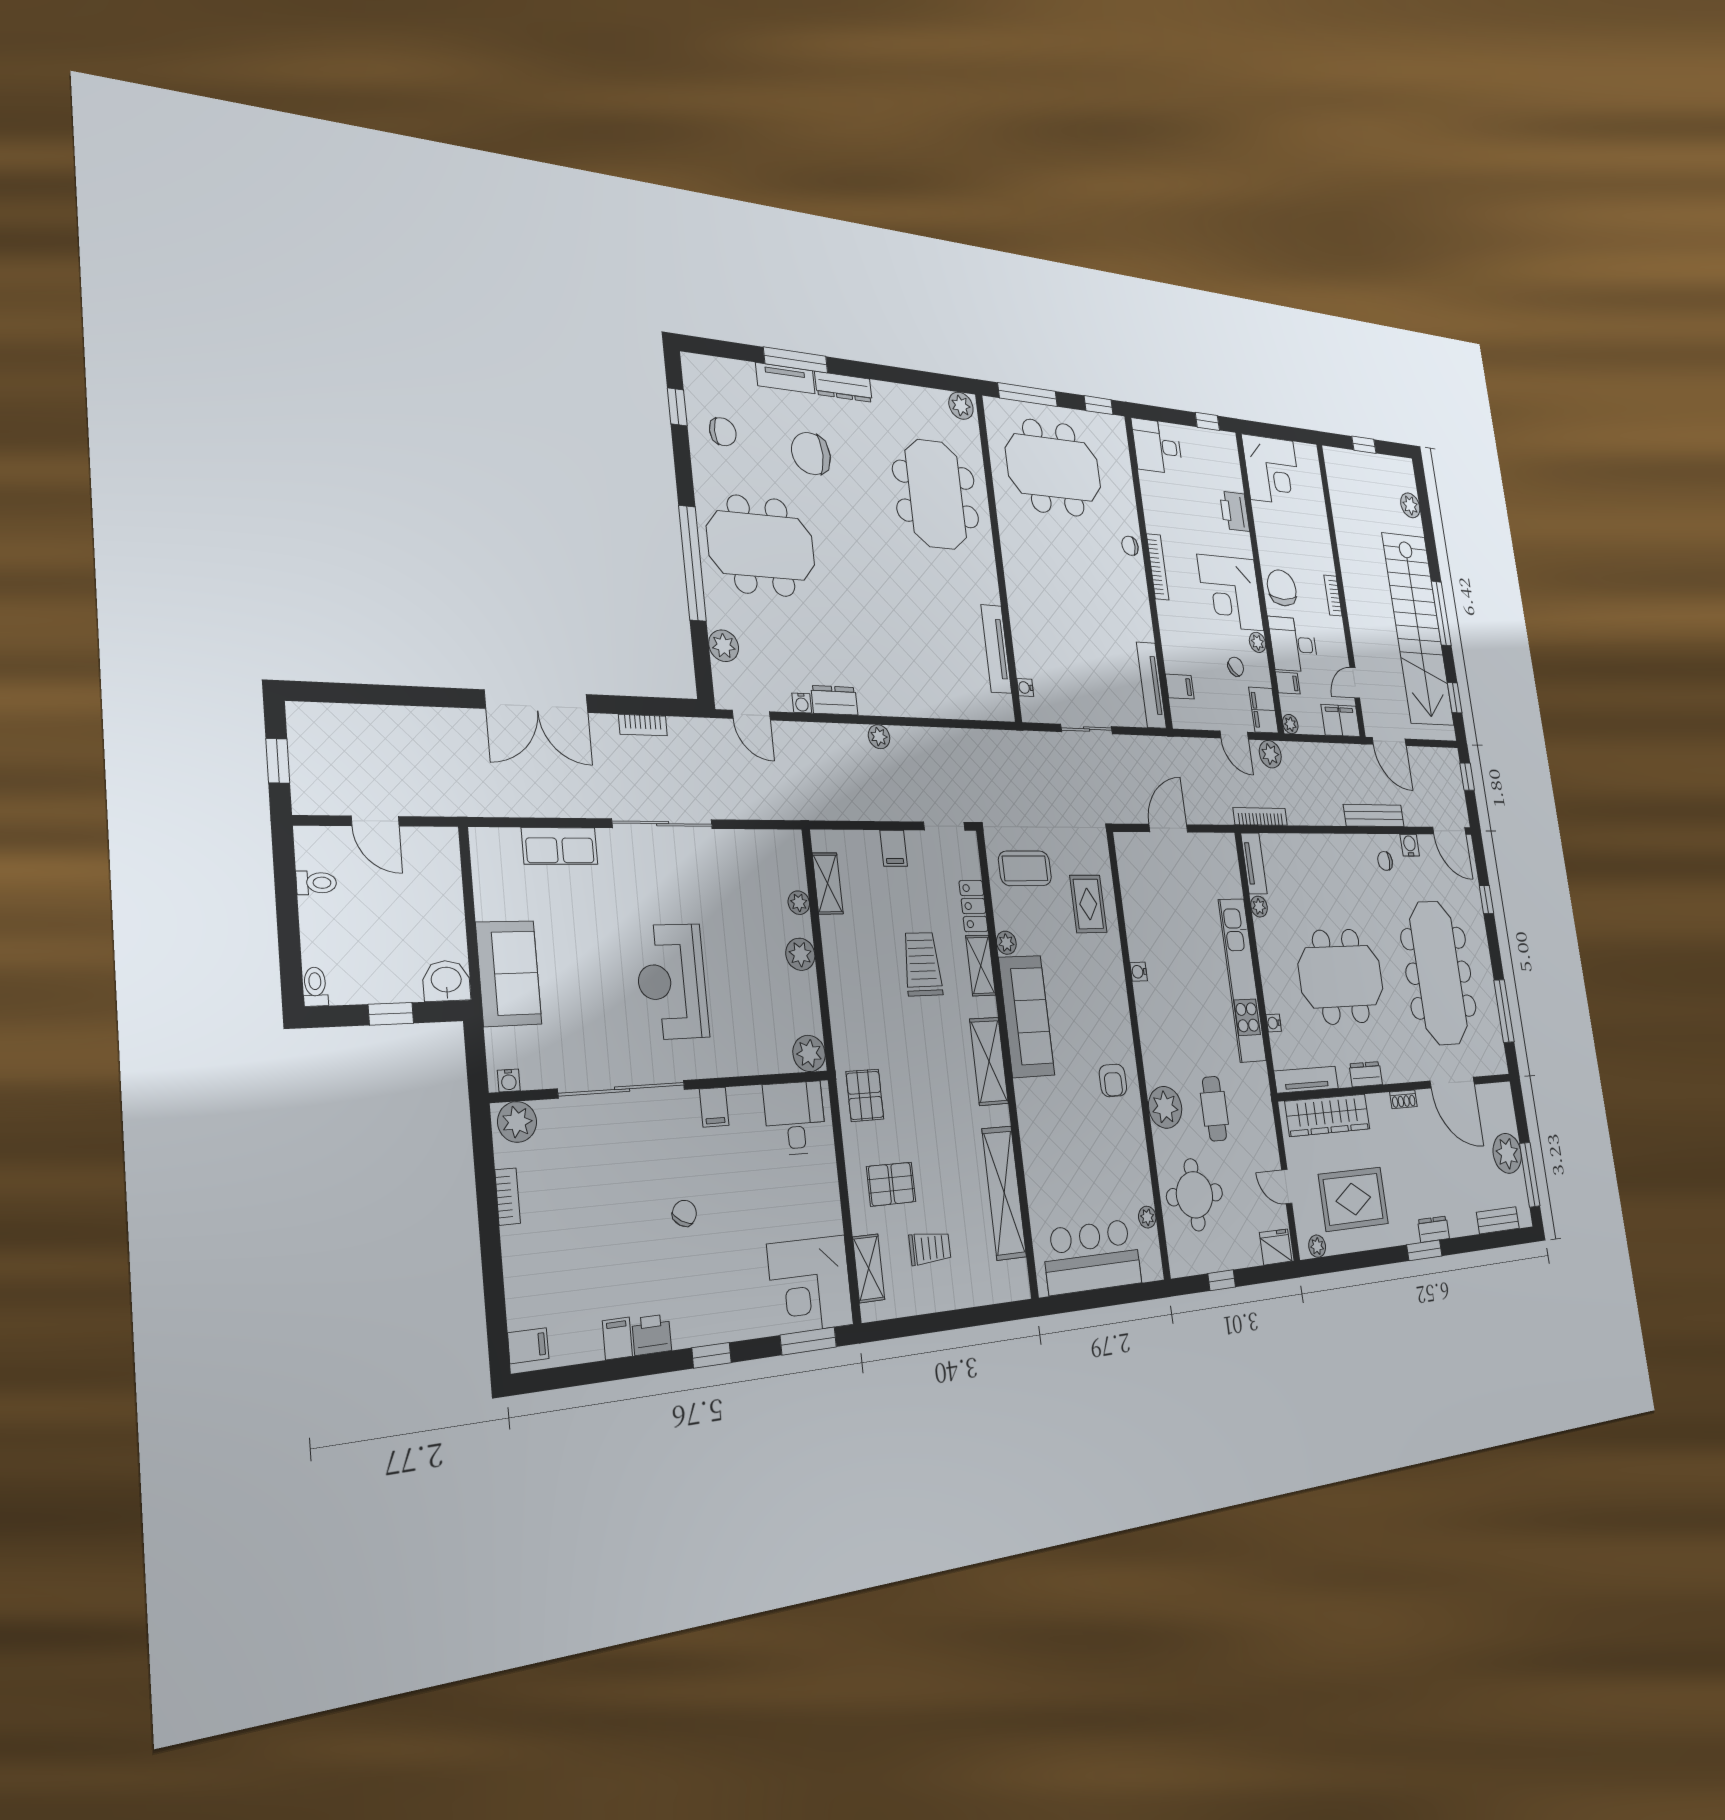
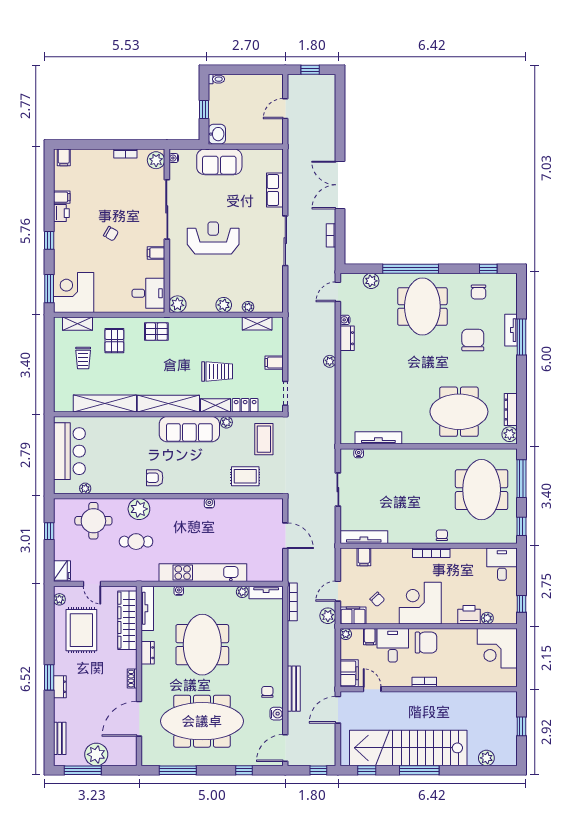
dresser: (843, 387) -> (511, 409), moved
plant: (1258, 642) -> (487, 618), moved
toilet: (316, 883) -> (259, 82), removed
shelving: (989, 1061) -> (168, 404), width x1.47
door: (1287, 1187) -> (92, 584), swing flipped

